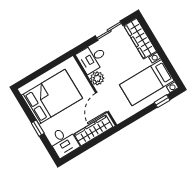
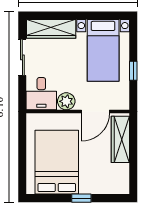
window: (162, 101) -> (133, 71), moved
door: (102, 102) -> (95, 111), hinge flipped
desk: (63, 142) -> (113, 179), removed

